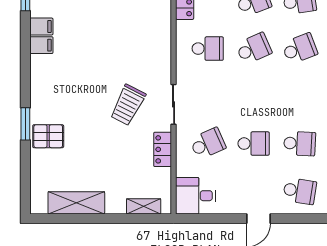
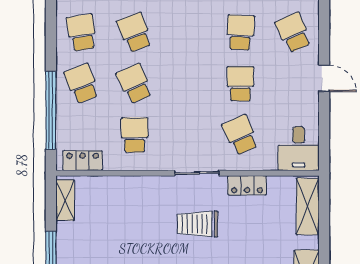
trolley: (128, 105) -> (197, 224), turned 153
school desk: (300, 191) -> (293, 32), turned -33
shelving: (144, 206) -> (308, 206), width x1.50, depth x1.33

